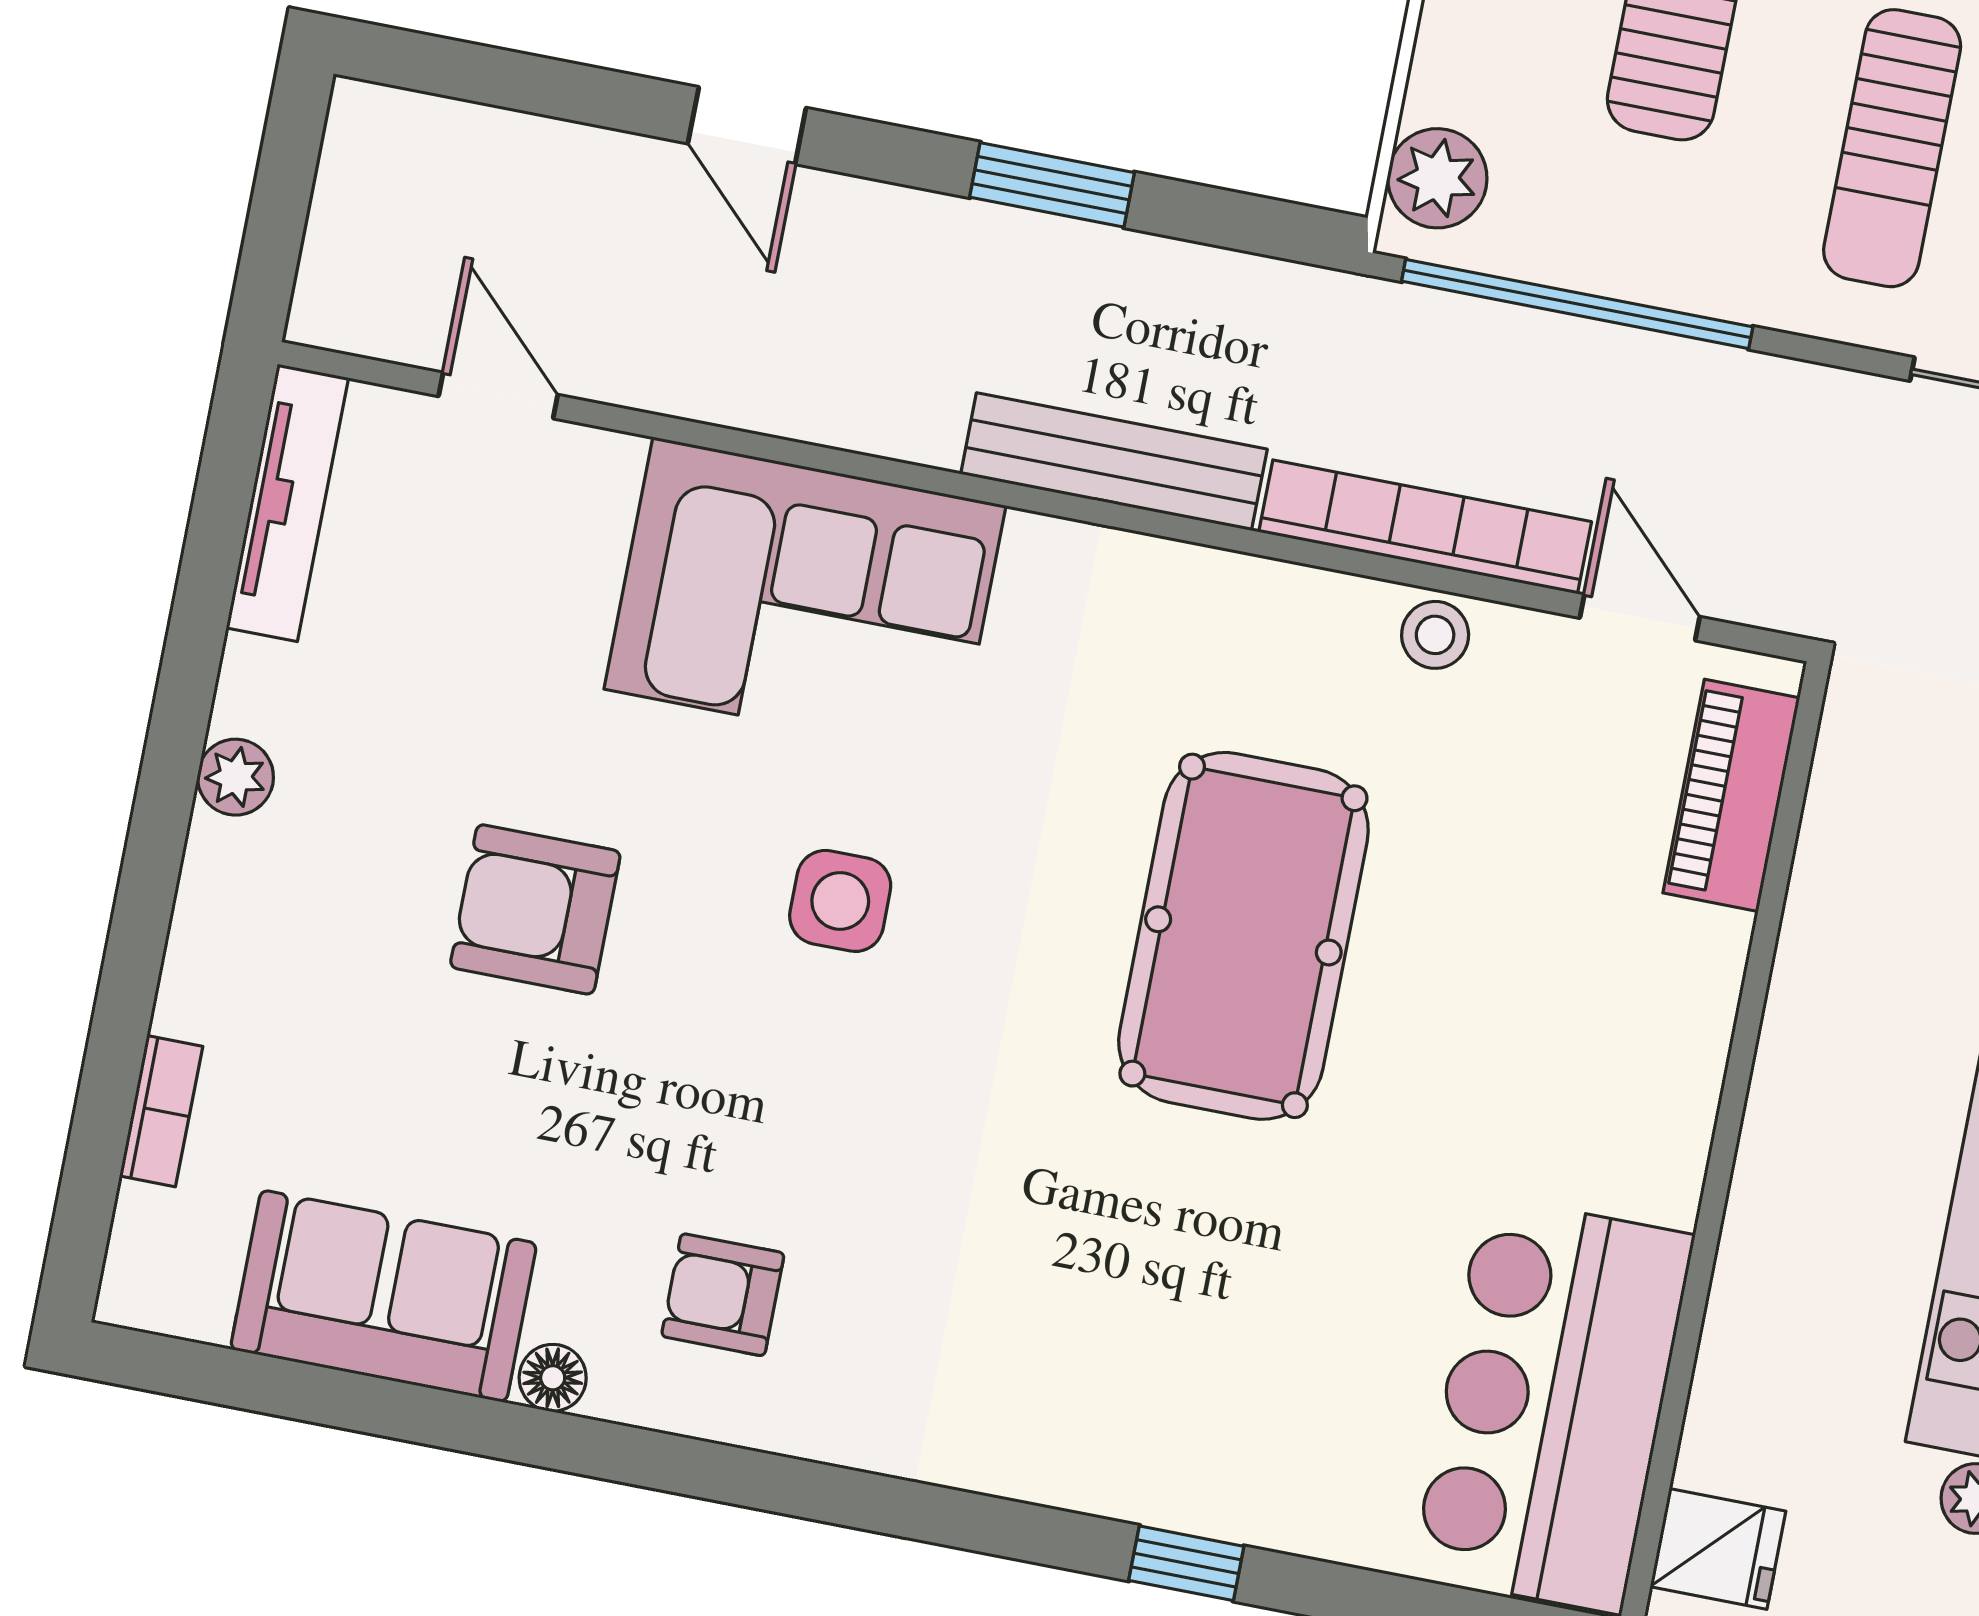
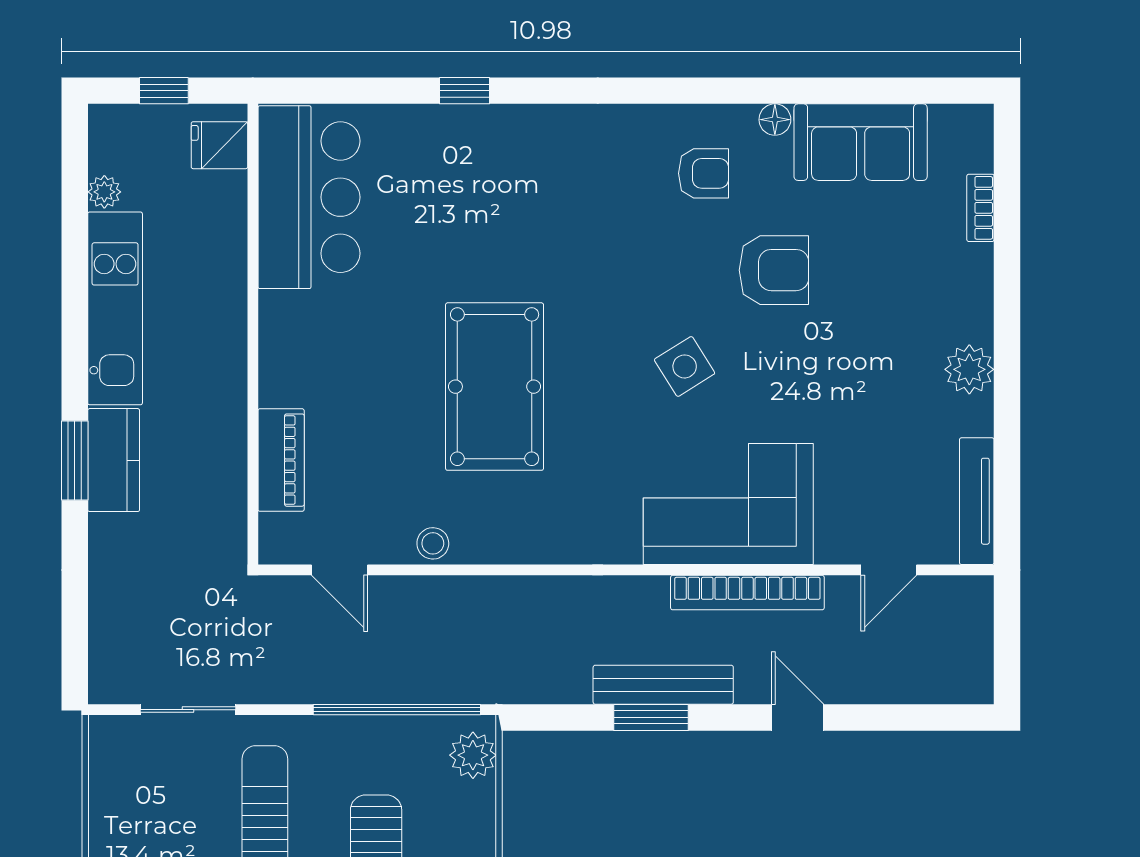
door: (498, 396) -> (889, 570), hinge flipped
bench: (1114, 462) -> (663, 685), moved
bookcase: (1425, 527) -> (747, 593), moved
plant: (236, 777) -> (969, 369), width x1.38, depth x1.38
piano: (1731, 795) -> (281, 460), moved
side table: (840, 901) -> (685, 366), turned -32
armchair: (535, 909) -> (774, 270), moved

